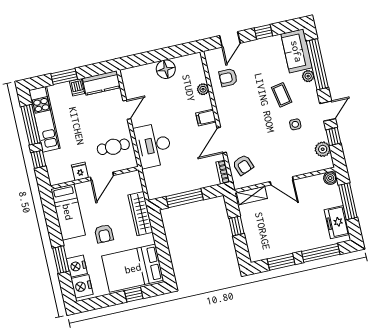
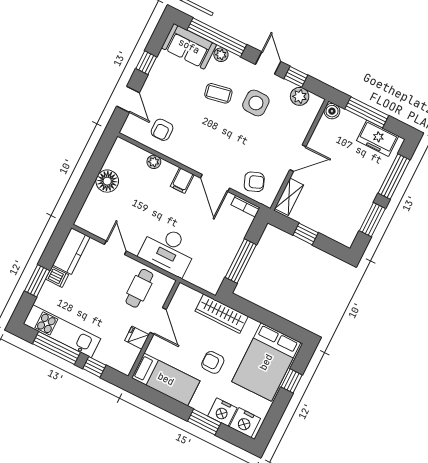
side table: (295, 124) -> (256, 103), width x1.87, depth x1.87
armchair: (104, 234) -> (213, 362), turned 180

